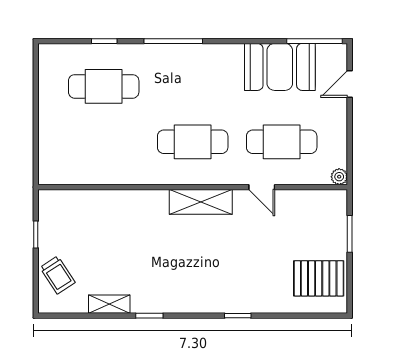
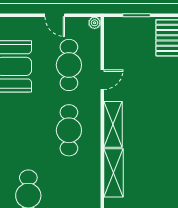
door: (350, 84) -> (55, 15), moved
shelving: (135, 202) -> (113, 173), added

